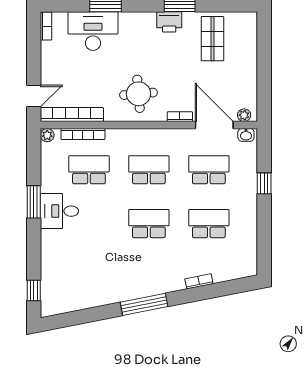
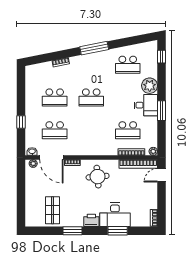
printer: (169, 22) -> (91, 220), moved
desk: (93, 31) -> (115, 215), moved
school desk: (149, 170) -> (128, 65), moved
plant: (53, 243) -> (150, 86), added

